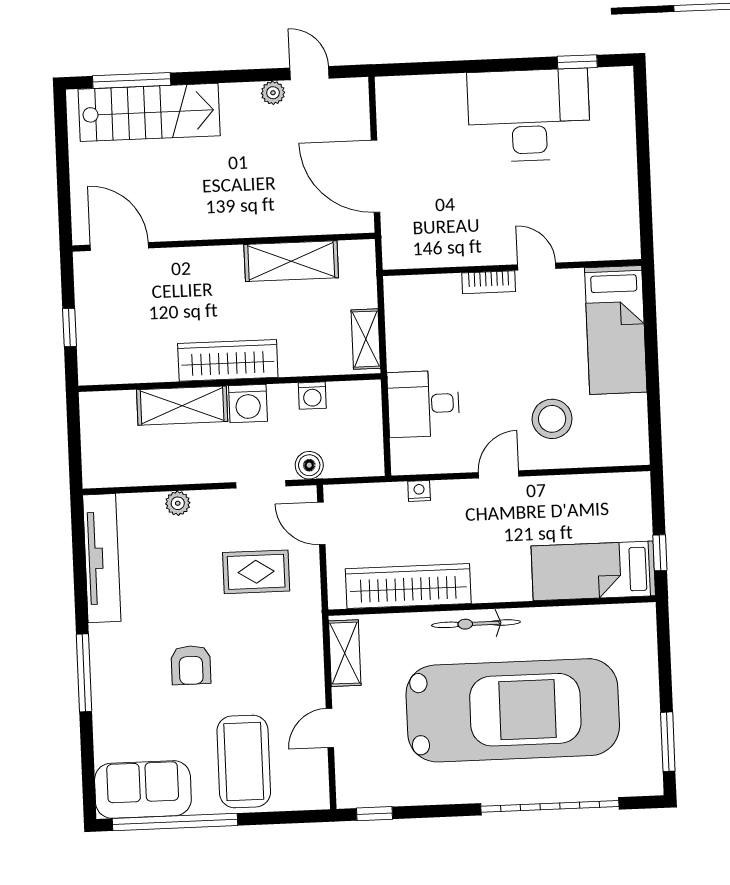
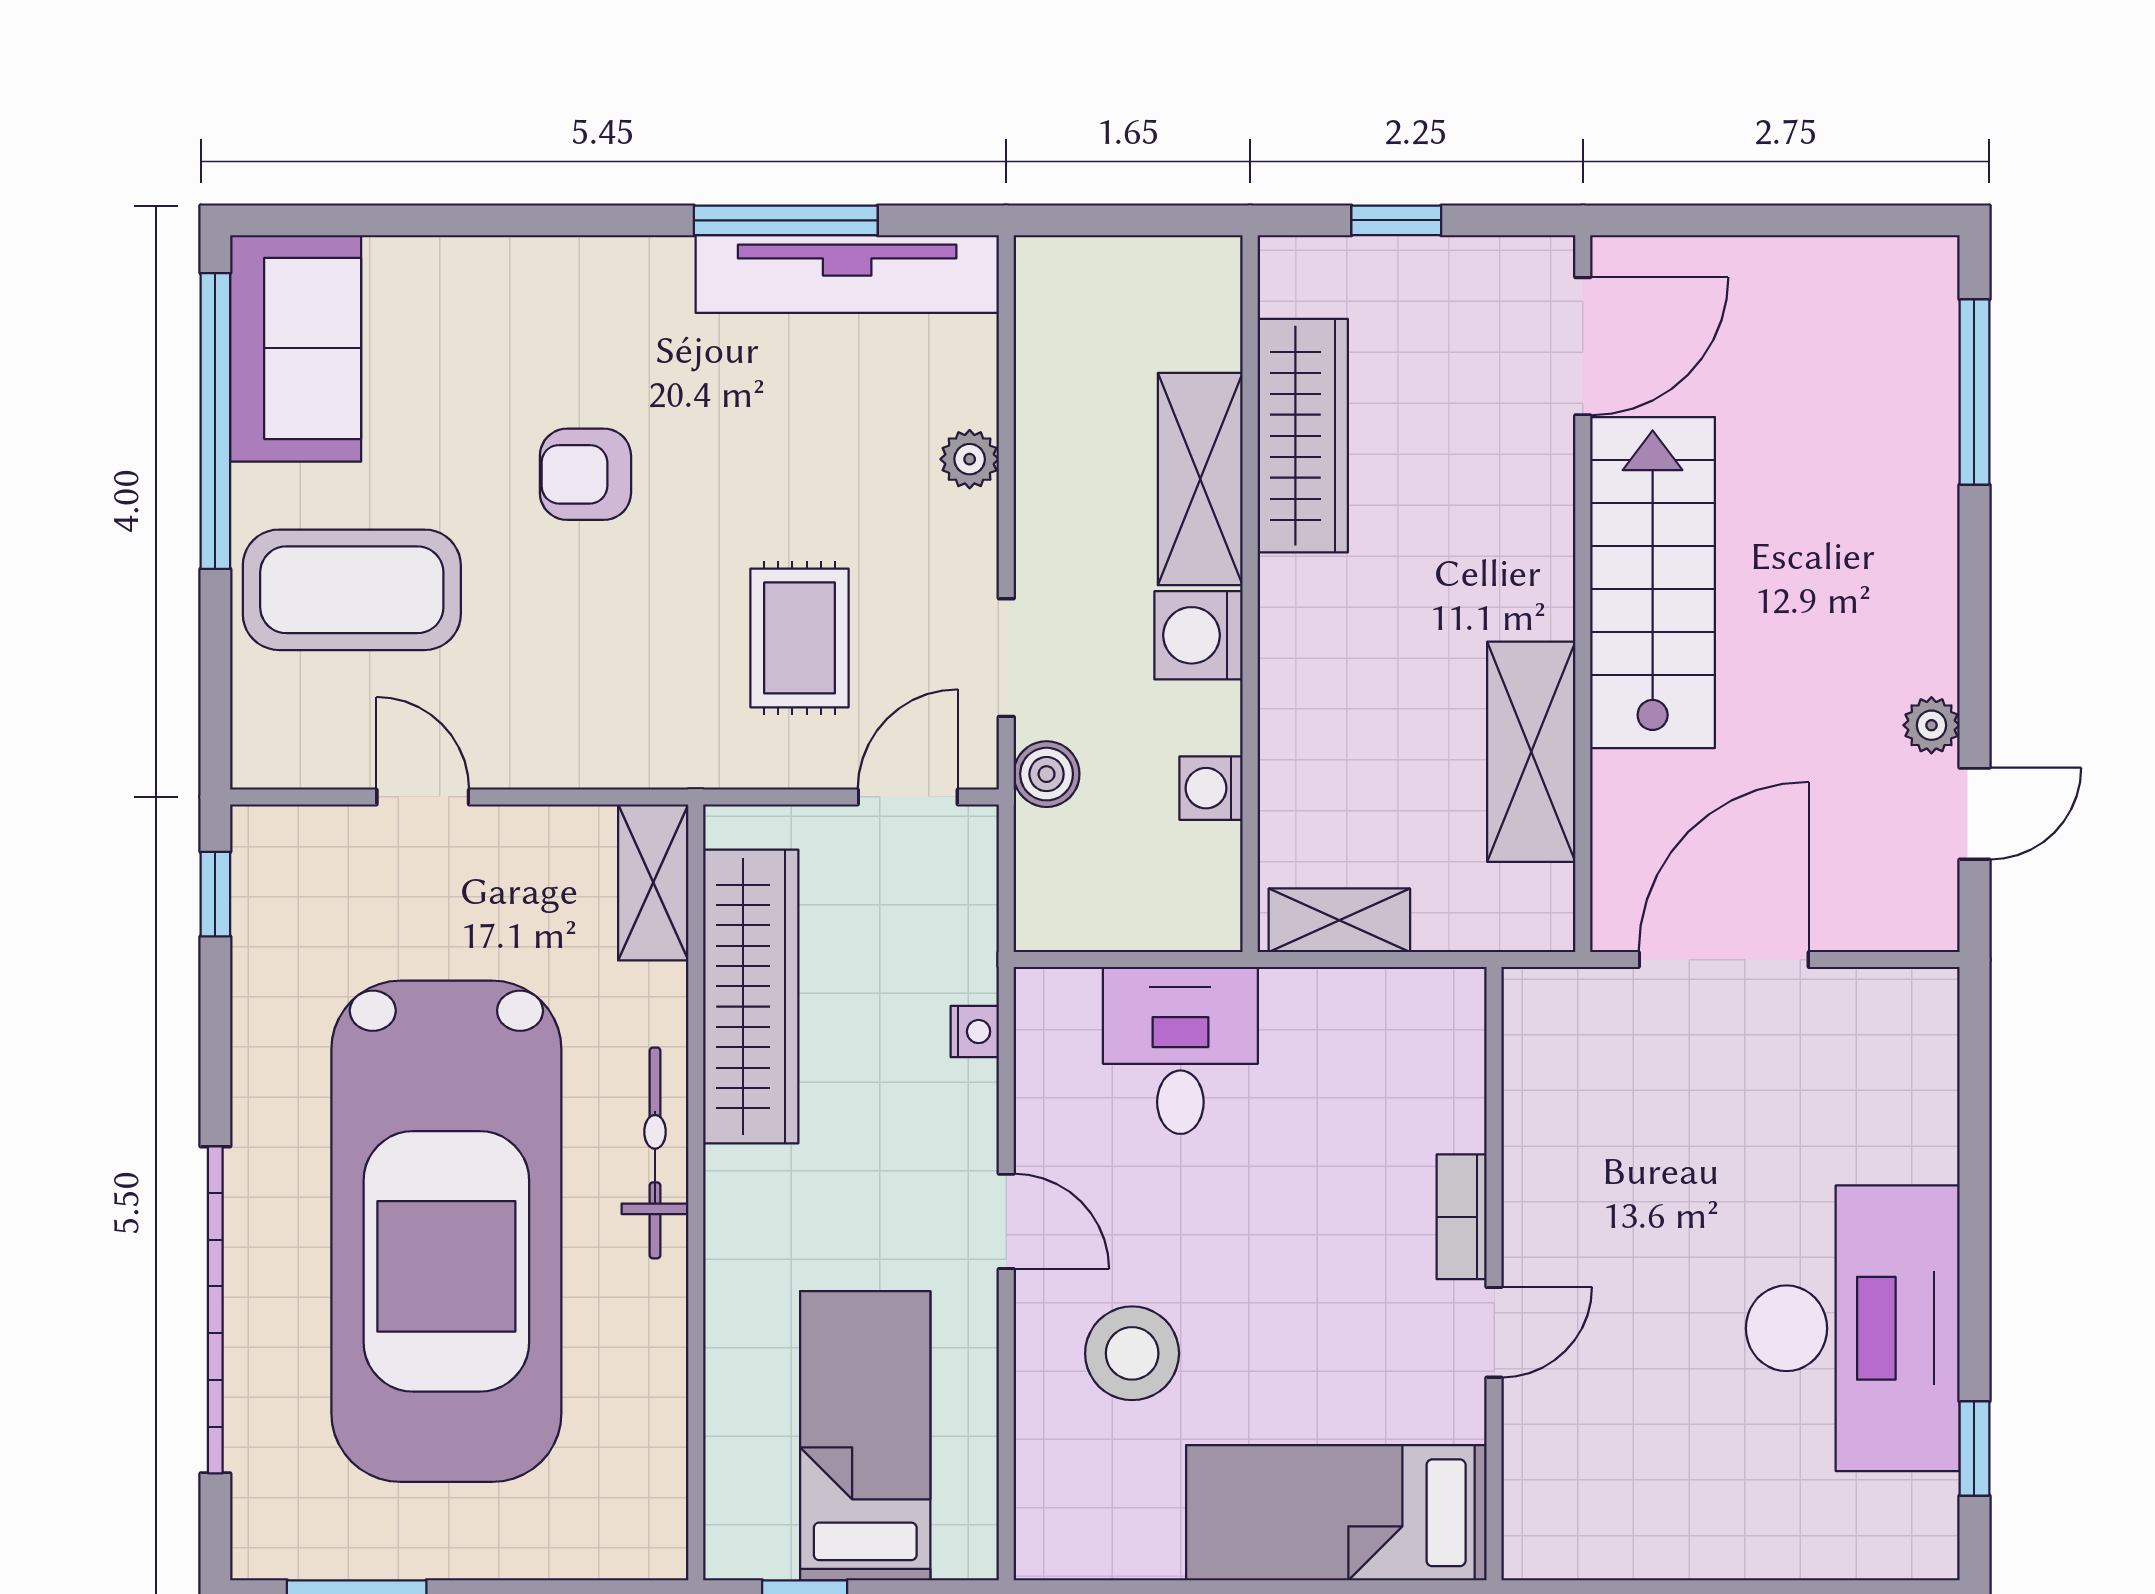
stairs: (149, 112) -> (1653, 583), moved, turned 180
wardrobe: (228, 360) -> (1303, 436), moved
bed: (593, 571) -> (865, 1436), moved
shelving: (345, 653) -> (653, 882), moved, turned 90
window: (84, 673) -> (786, 220), moved

